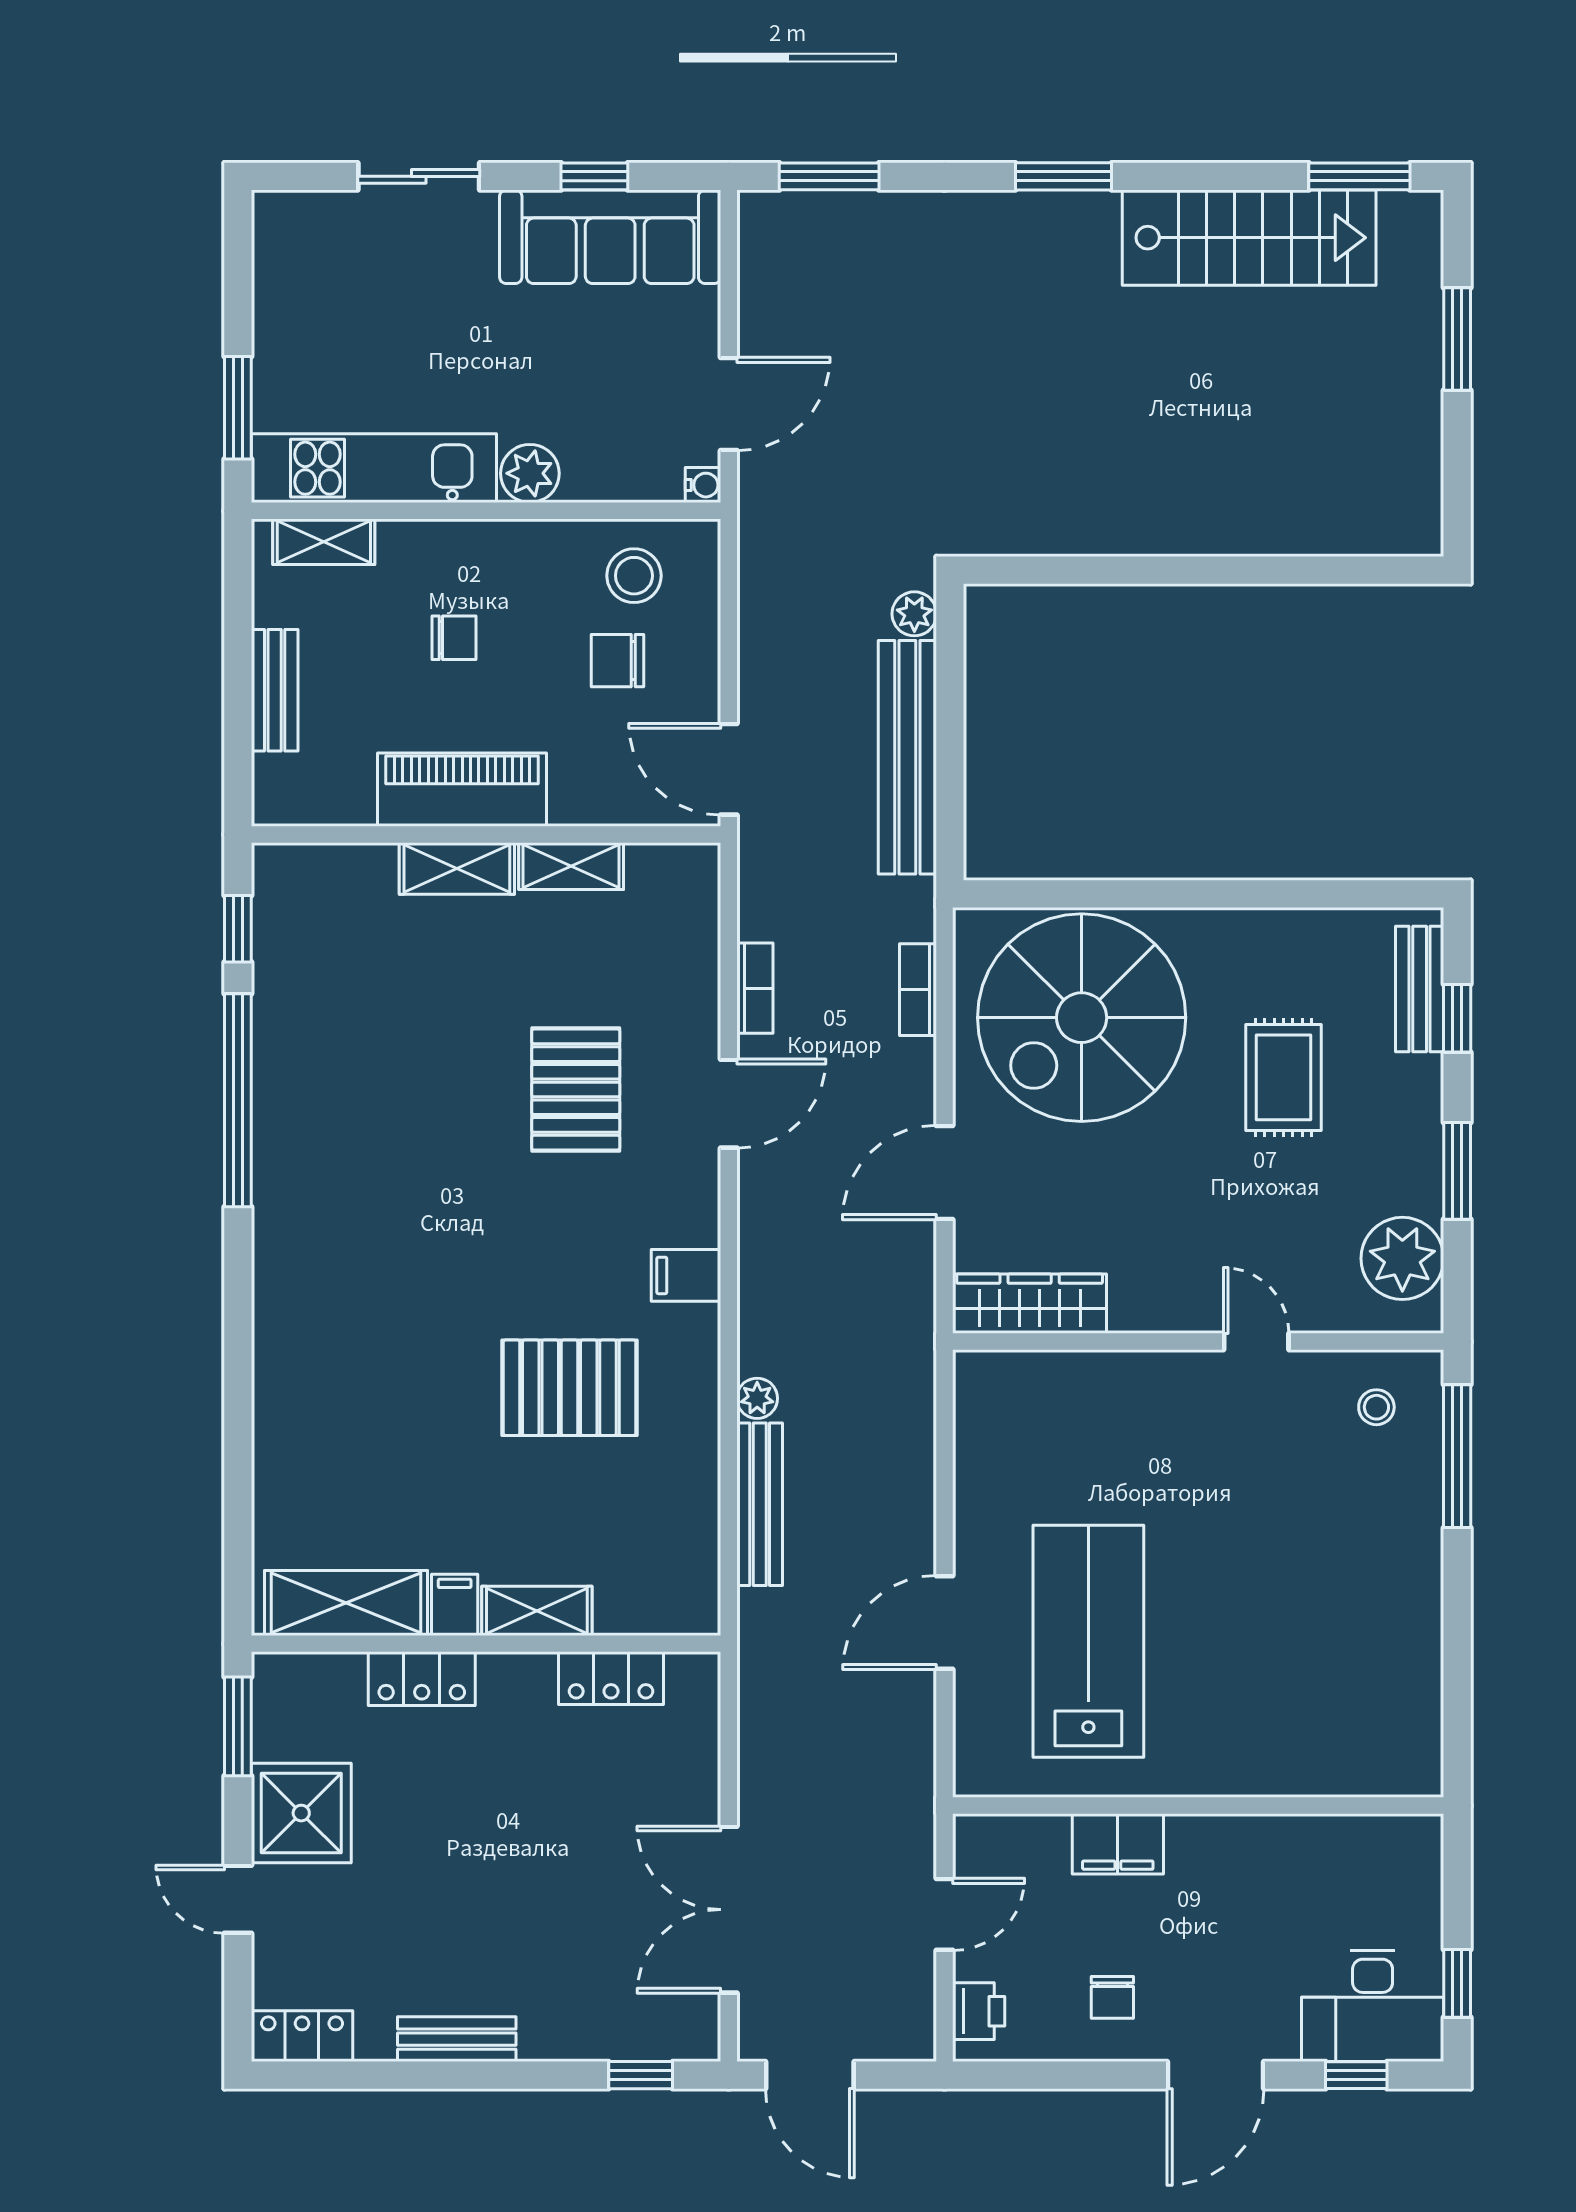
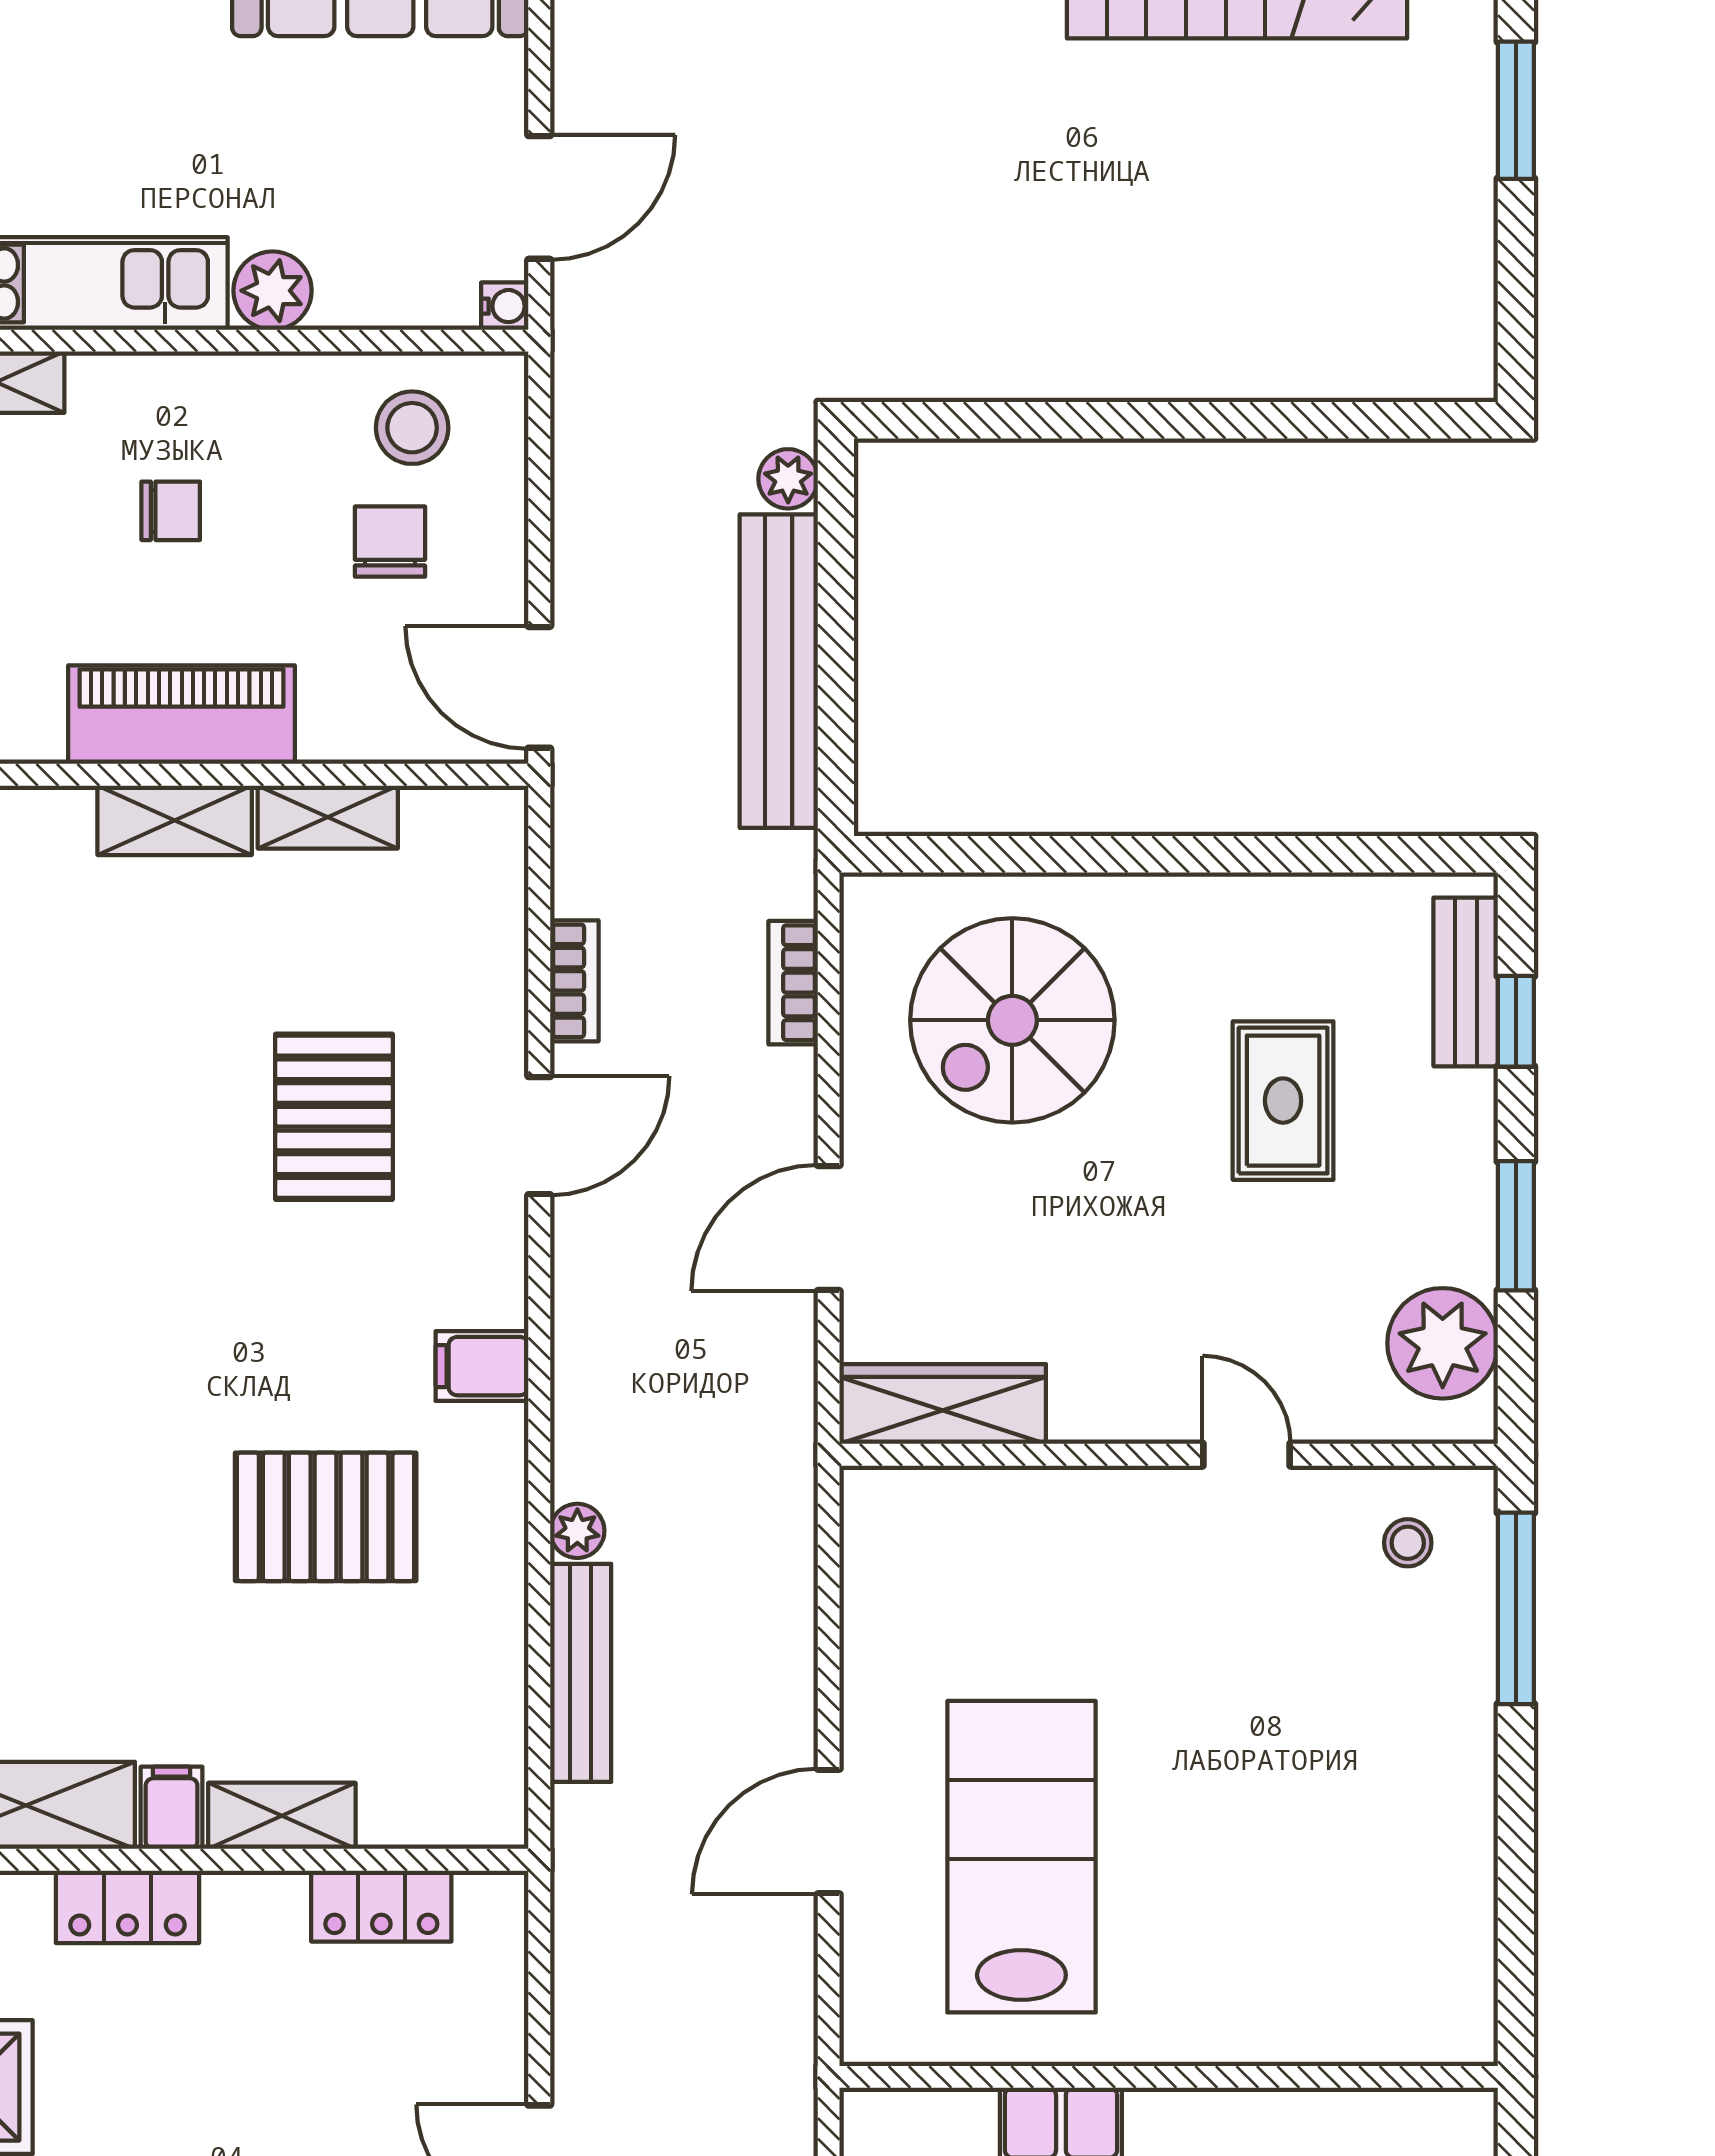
chair: (617, 661) -> (390, 542), turned 90
spiral stairs: (1082, 1018) -> (1012, 1020), width x0.73, depth x0.73

